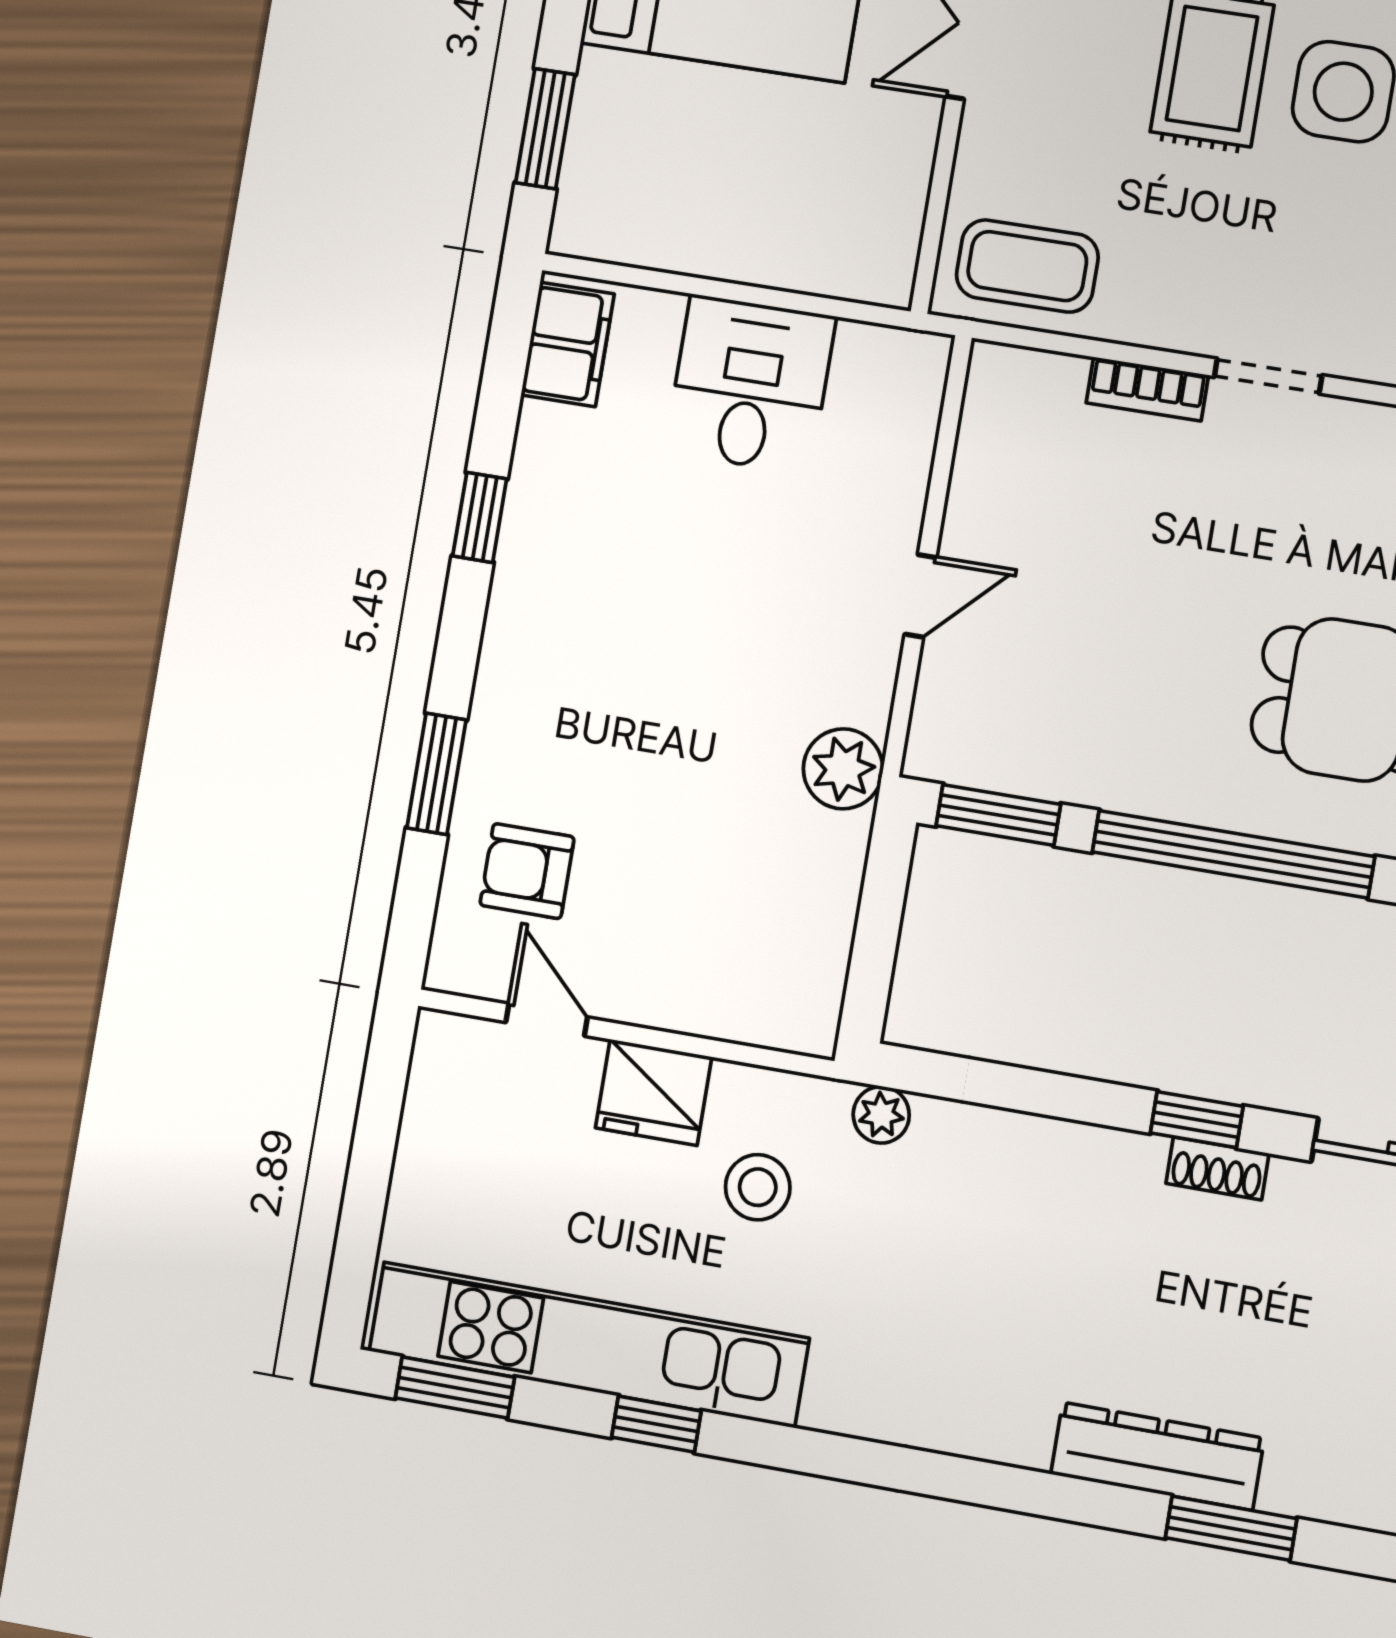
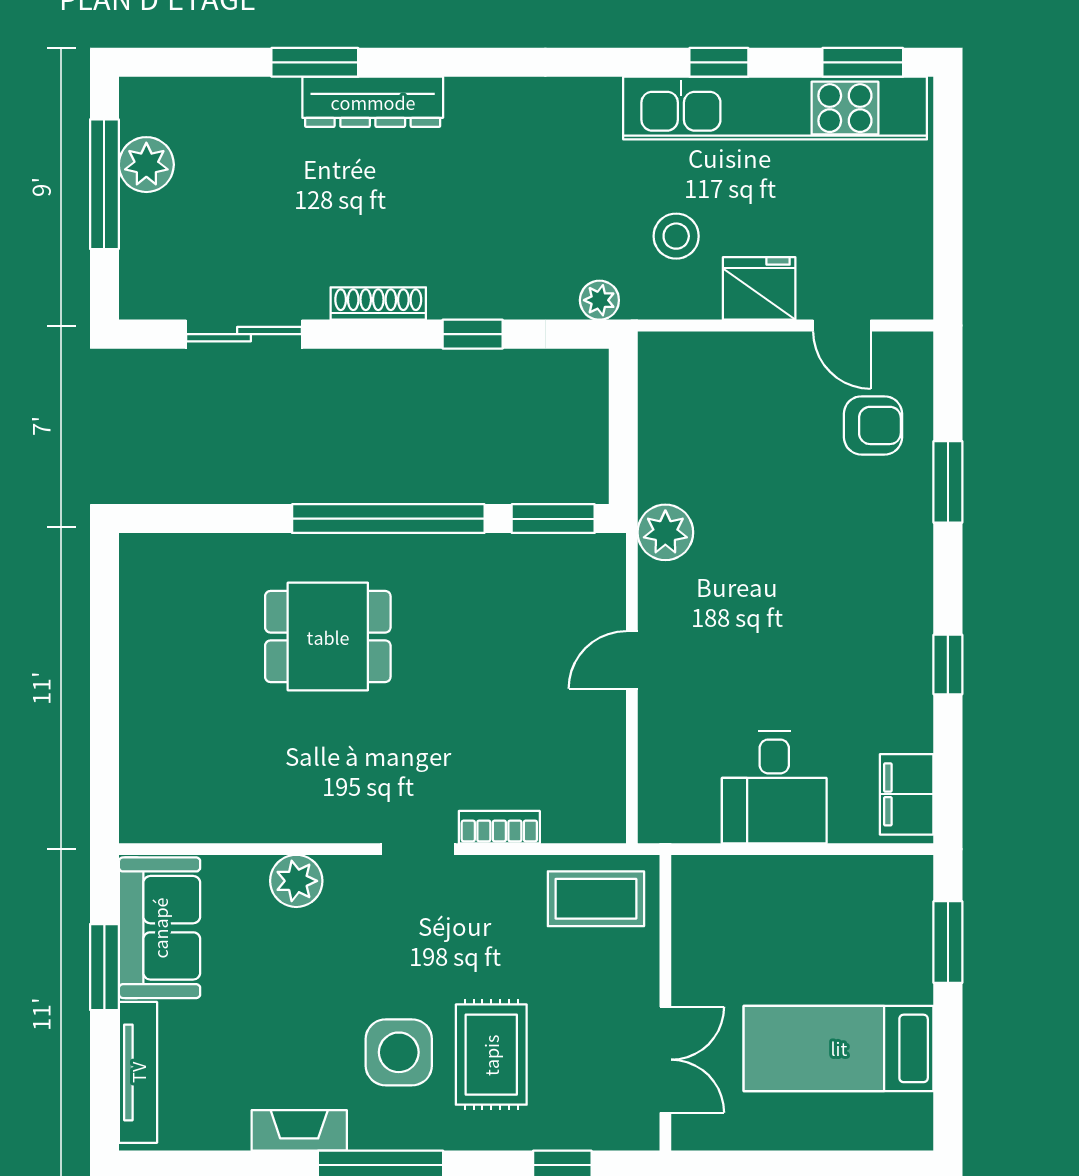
window: (1197, 1120) -> (473, 334), moved
shoe rack: (1217, 1168) -> (378, 304), width x1.43

